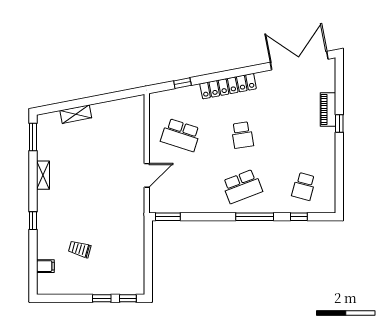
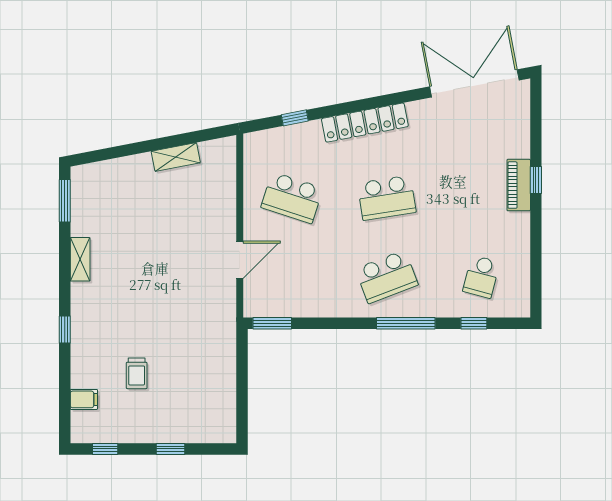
piano: (328, 109) -> (519, 185), moved
shelving: (76, 114) -> (176, 157), moved
school desk: (242, 135) -> (387, 198), width x1.85
trolley: (80, 249) -> (137, 373), turned -106
window: (128, 298) -> (105, 449), moved

